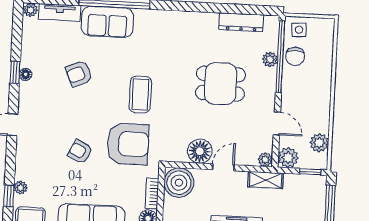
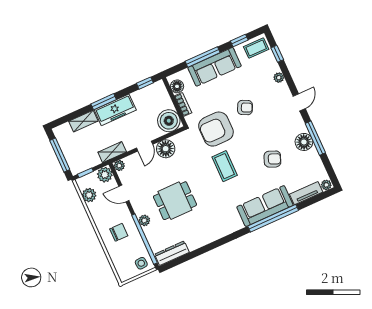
sofa: (107, 22) -> (265, 206), width x1.36
dresser: (241, 22) -> (172, 253), moved
chair: (295, 56) -> (119, 232), moved, turned 90
plant: (270, 59) -> (144, 220), moved
window: (15, 72) -> (315, 138), width x2.17
floor lamp: (26, 74) -> (304, 142), width x1.89, depth x1.89
armchair: (79, 74) -> (272, 159), turned 45
plant: (20, 188) -> (279, 78), moved

